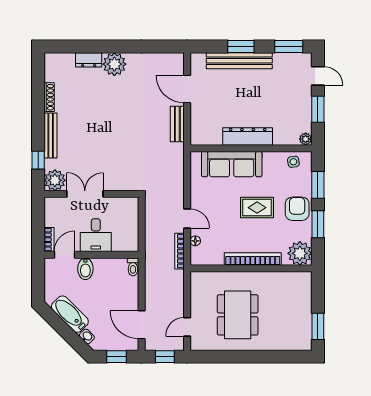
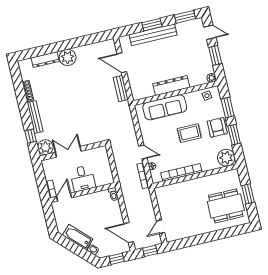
dresser: (89, 60) -> (45, 60), width x1.44
bookcase: (253, 259) -> (181, 172), moved
bidet: (85, 269) -> (81, 203), removed
dining table: (238, 315) -> (226, 206), moved, turned 90
window: (318, 326) -> (248, 194), moved

